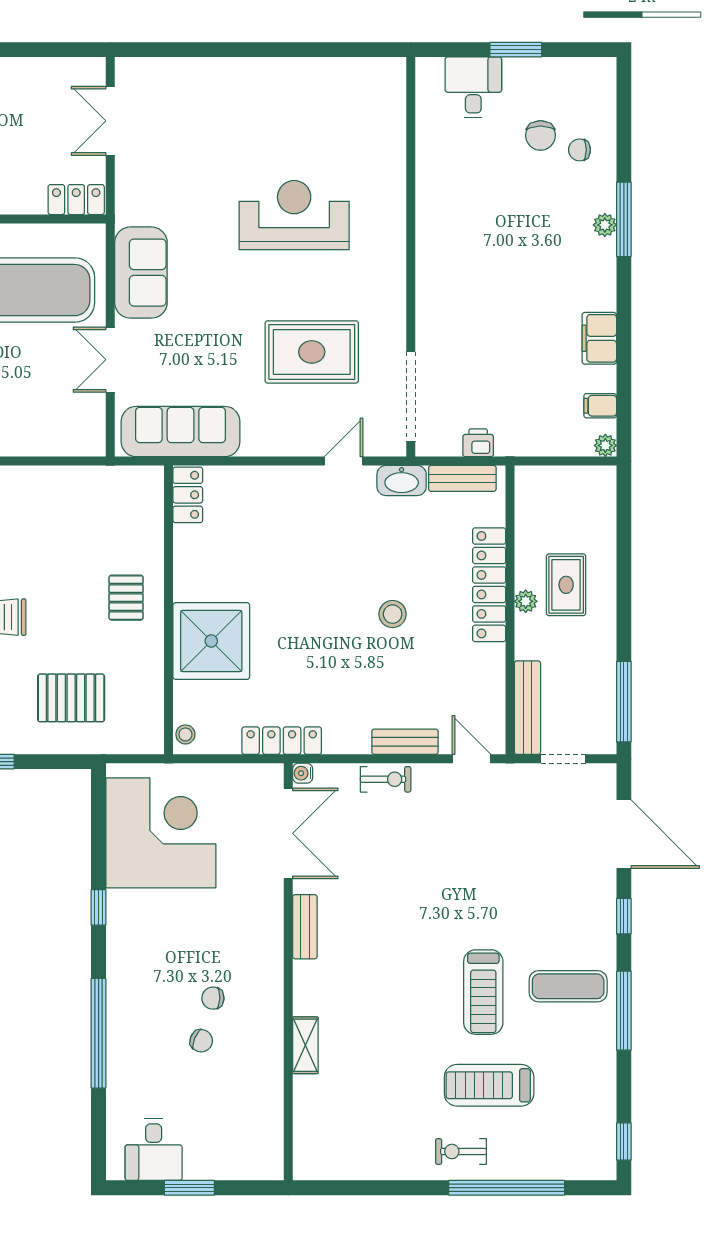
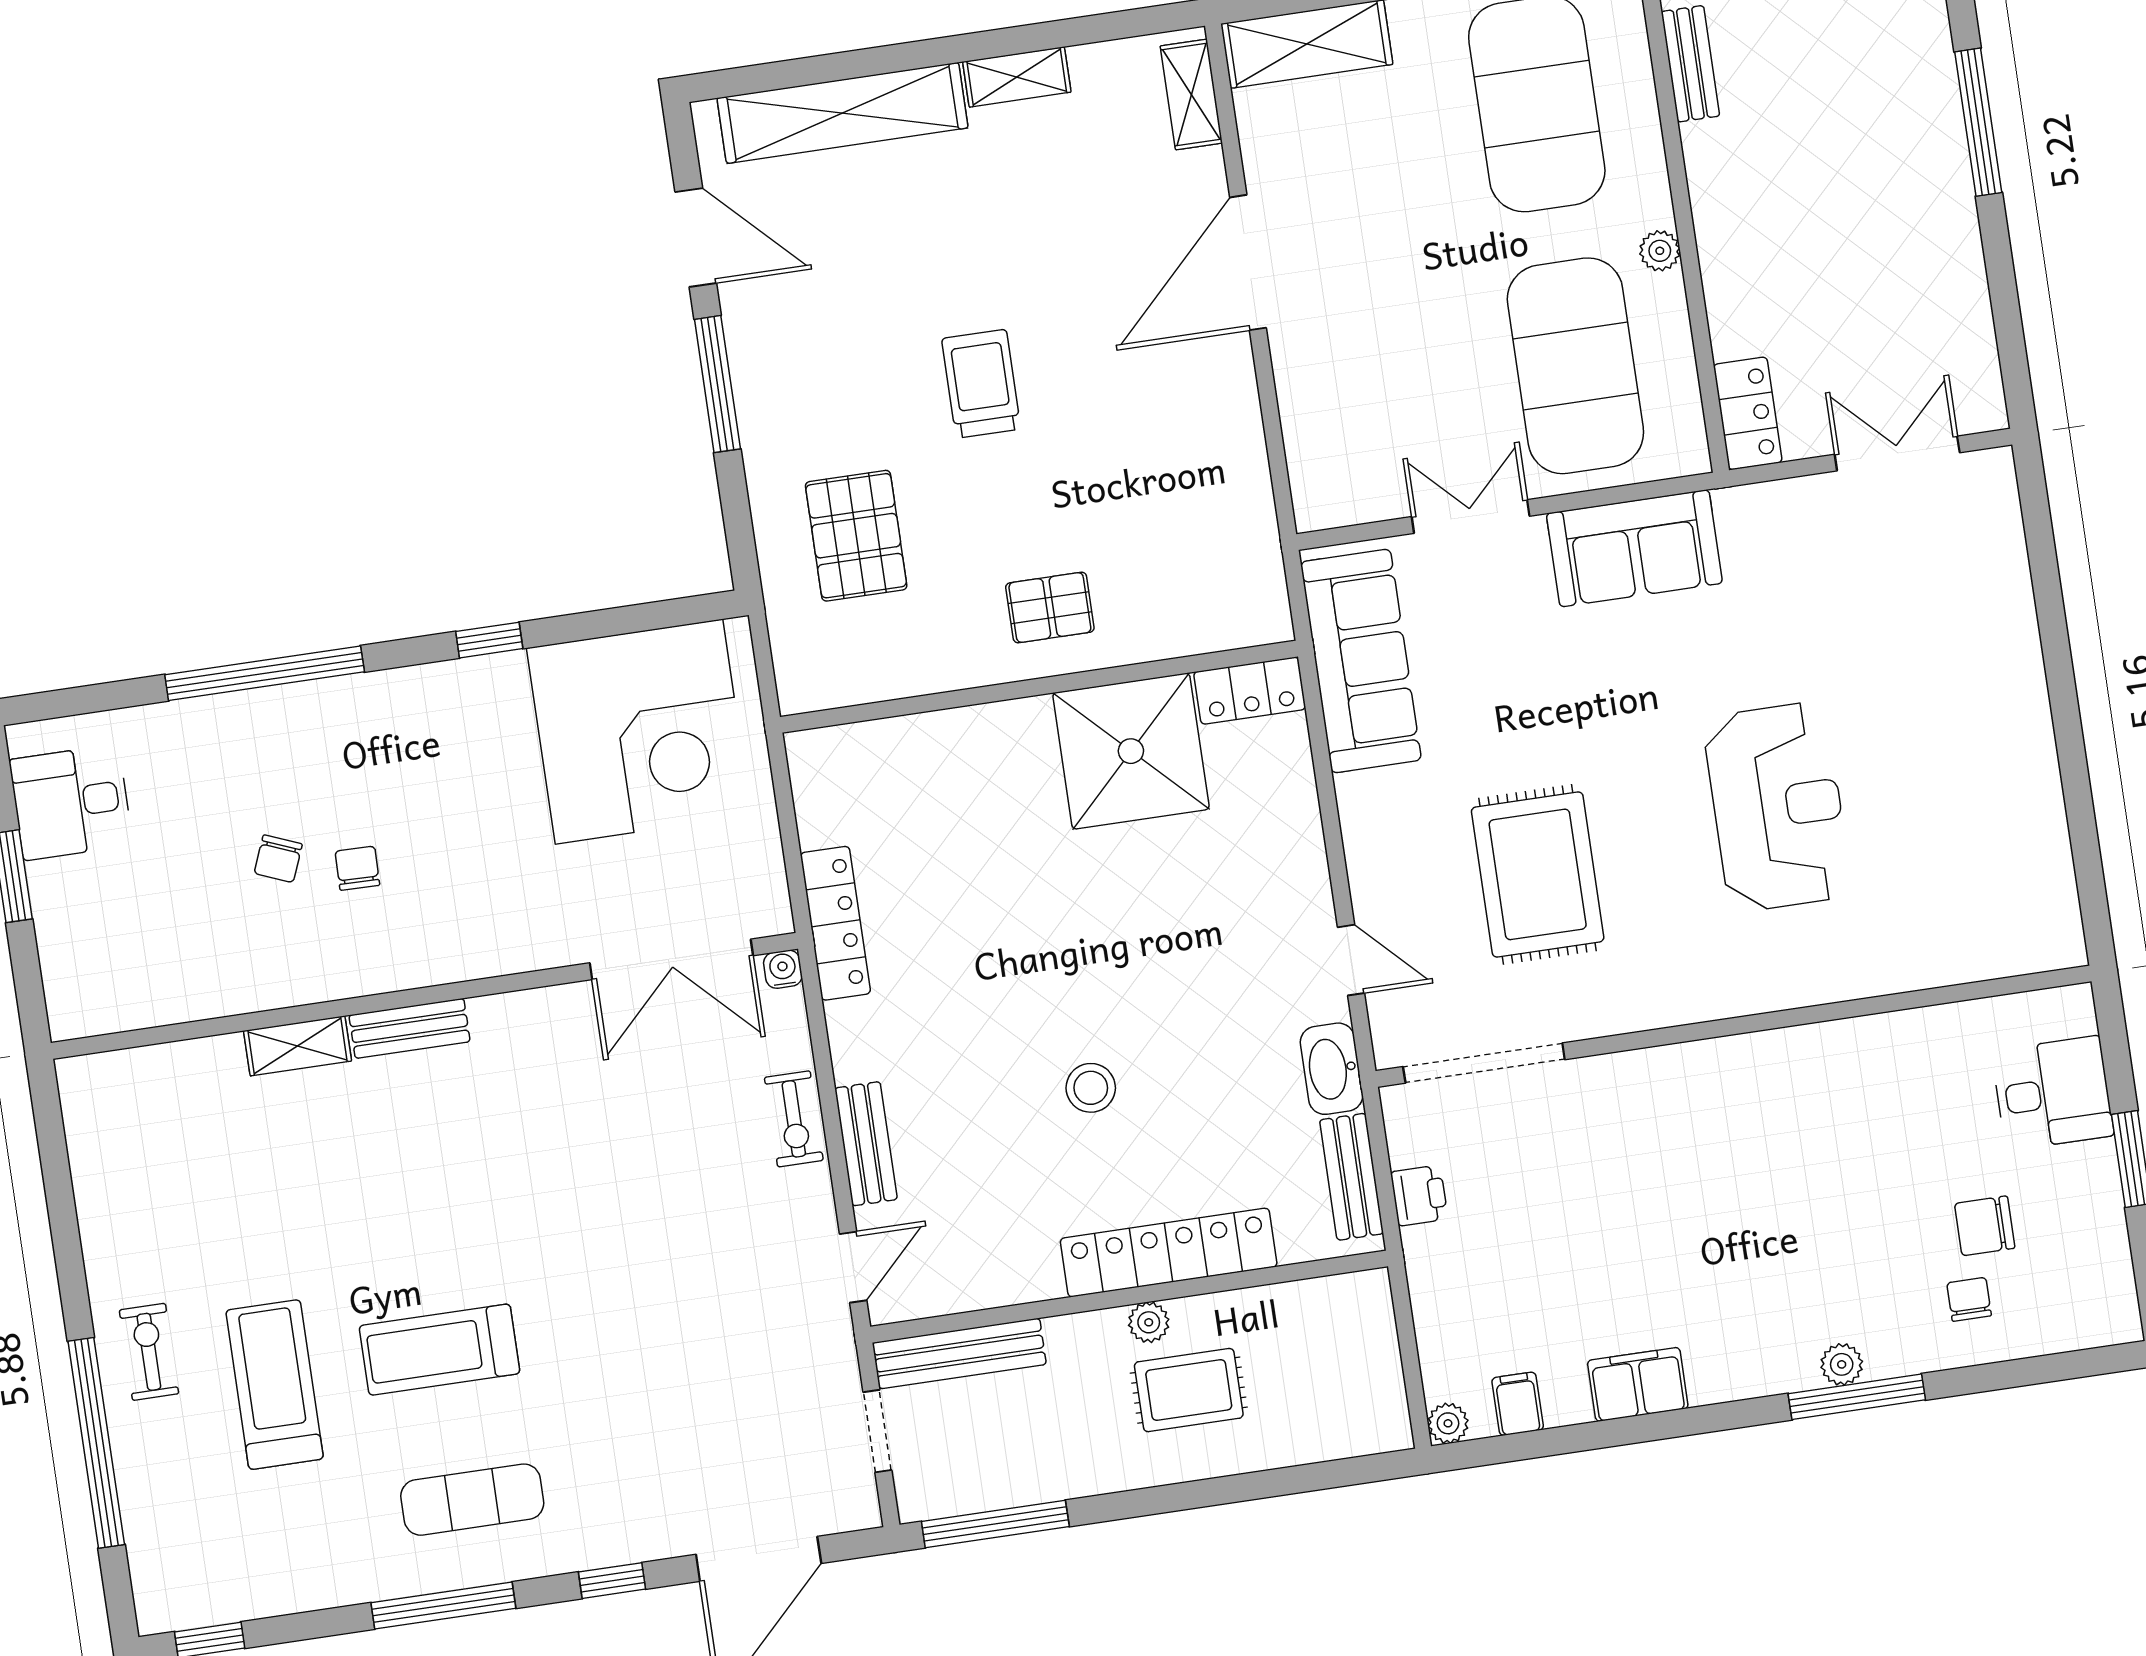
shower: (211, 641) -> (1131, 751), moved
stool: (185, 734) -> (821, 750), removed
bench: (305, 927) -> (410, 1028), moved
exercise mat: (568, 986) -> (472, 1500), turned 90

